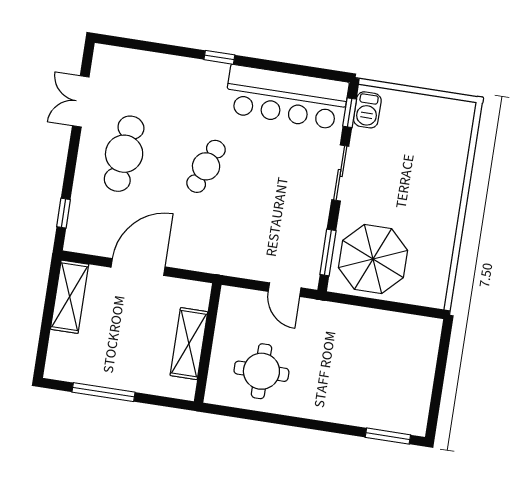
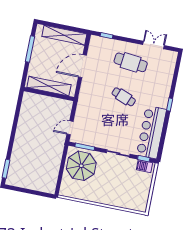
door: (138, 267) -> (82, 66), swing flipped
shelving: (70, 297) -> (64, 35), width x1.47
shelving: (189, 344) -> (49, 86), width x1.47
round table: (261, 371) -> (36, 116), removed

